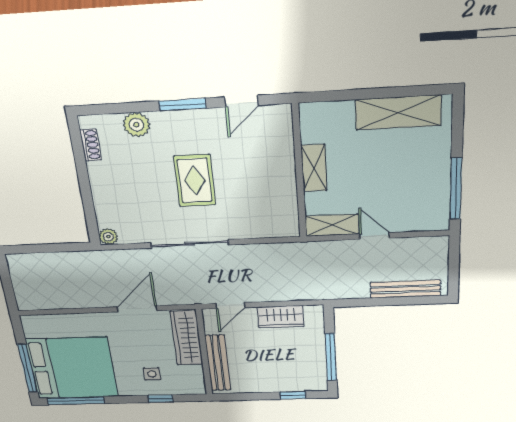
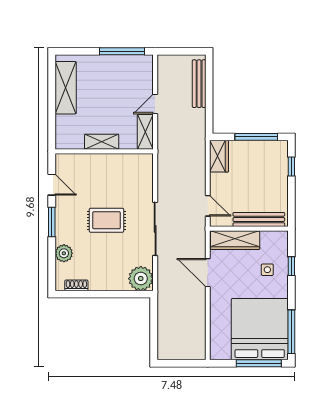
plant: (108, 237) -> (141, 279), width x1.87, depth x1.87
wardrobe: (281, 317) -> (219, 156), moved

